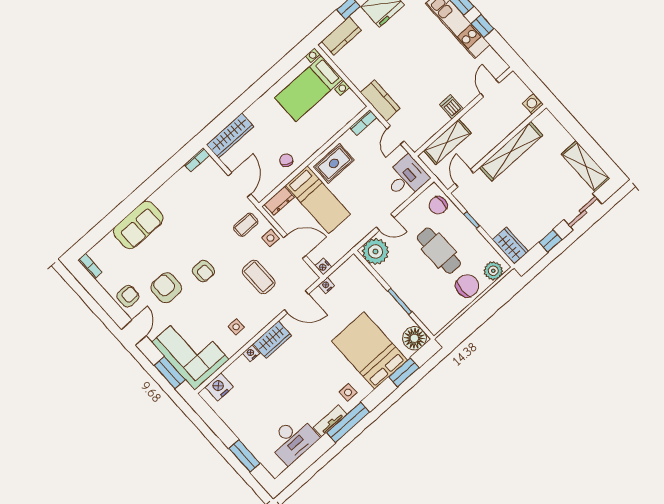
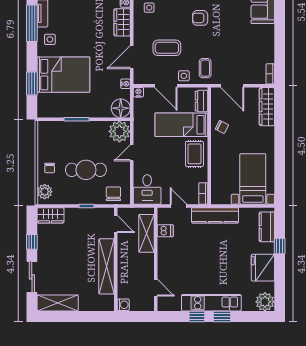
kitchen counter: (380, 100) -> (215, 215), width x1.50
dishwasher: (451, 107) -> (165, 231), moved
door: (295, 247) -> (166, 86), hinge flipped
chair: (467, 286) -> (50, 168), width x0.54, depth x0.54
floor lamp: (414, 338) -> (121, 108), moved

